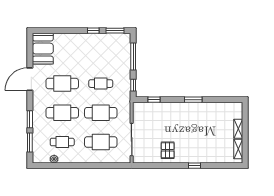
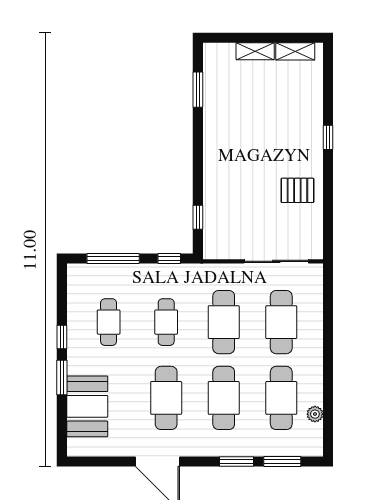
window: (115, 31) -> (62, 377), moved
booth: (43, 49) -> (87, 406), moved, turned 90
cafe table: (101, 54) -> (109, 322), added
window: (193, 100) -> (198, 90), moved
cafe table: (62, 142) -> (281, 398), width x1.37, depth x1.35

